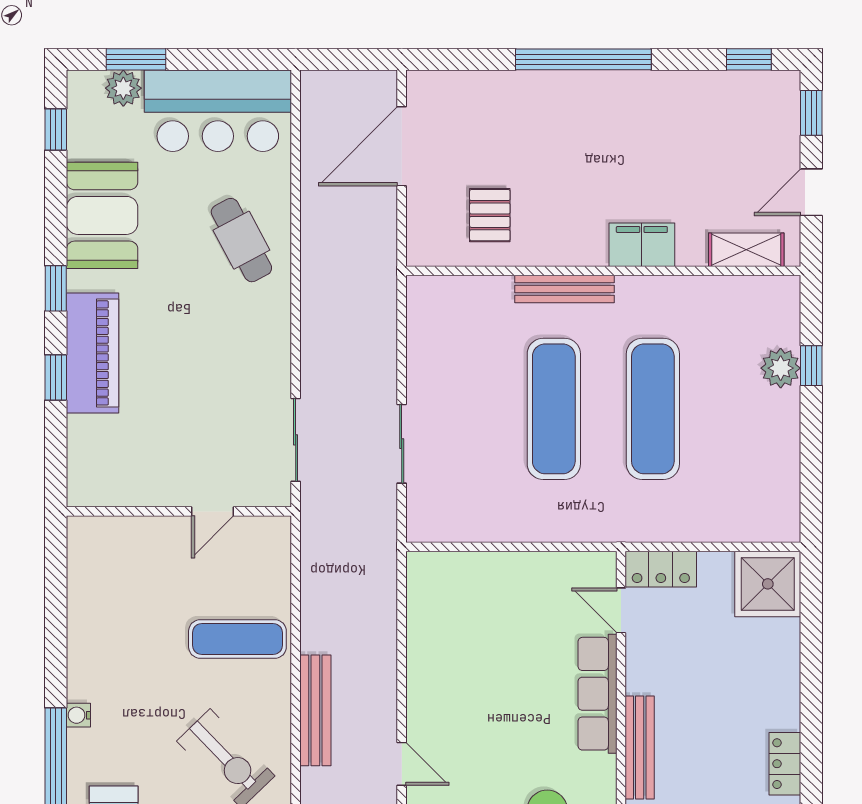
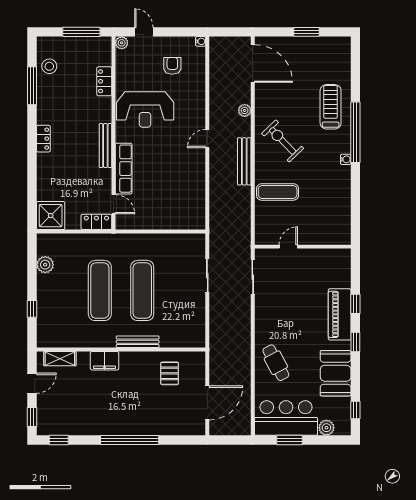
window: (136, 59) -> (290, 440), moved
plant: (781, 368) -> (45, 265), moved
door: (402, 764) -> (207, 139), hinge flipped

